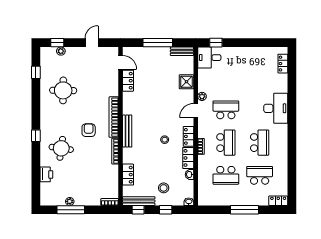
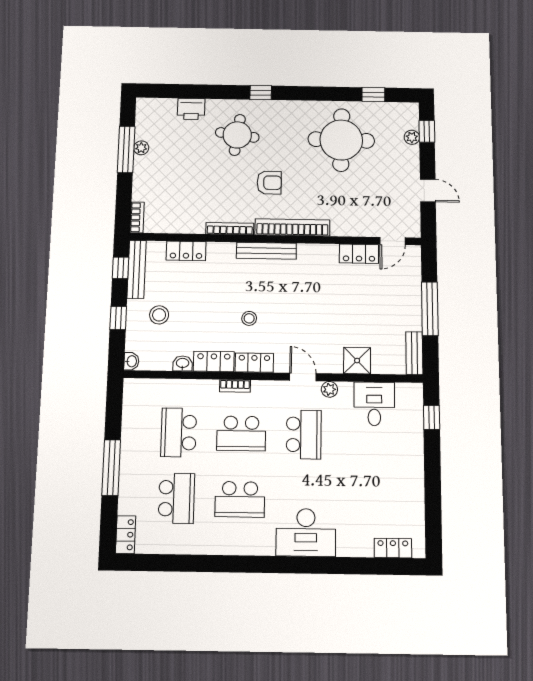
desk: (209, 58) -> (374, 404), moved
round table: (63, 90) -> (341, 140), width x1.36, depth x1.36

